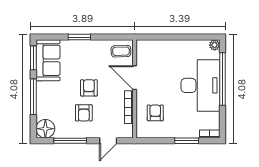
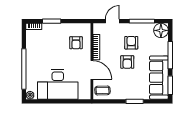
sofa: (48, 60) -> (159, 78), width x1.36
desk: (201, 85) -> (58, 84), moved, turned -90

